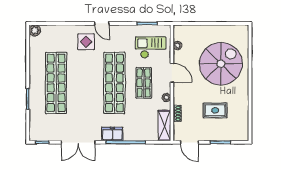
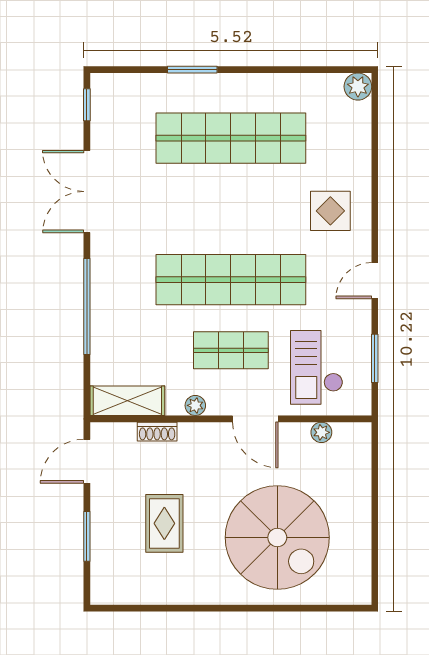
door: (102, 23) -> (375, 281), moved
checkout: (151, 47) -> (317, 367), turned 180
door: (172, 73) -> (255, 419), hinge flipped
freezer: (112, 134) -> (107, 274), removed

